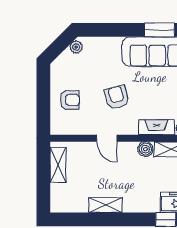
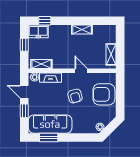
armchair: (70, 100) -> (104, 94), width x1.88, depth x1.88
boiler: (145, 149) -> (57, 64), removed

